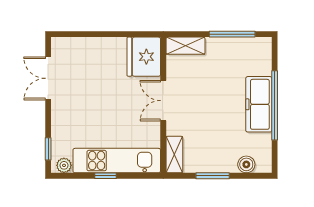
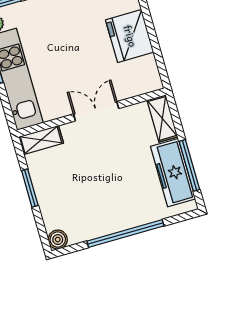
fridge: (144, 57) -> (130, 36), moved, turned -90
freezer: (259, 104) -> (173, 173), moved, turned -90
boiler: (246, 164) -> (58, 240), moved

